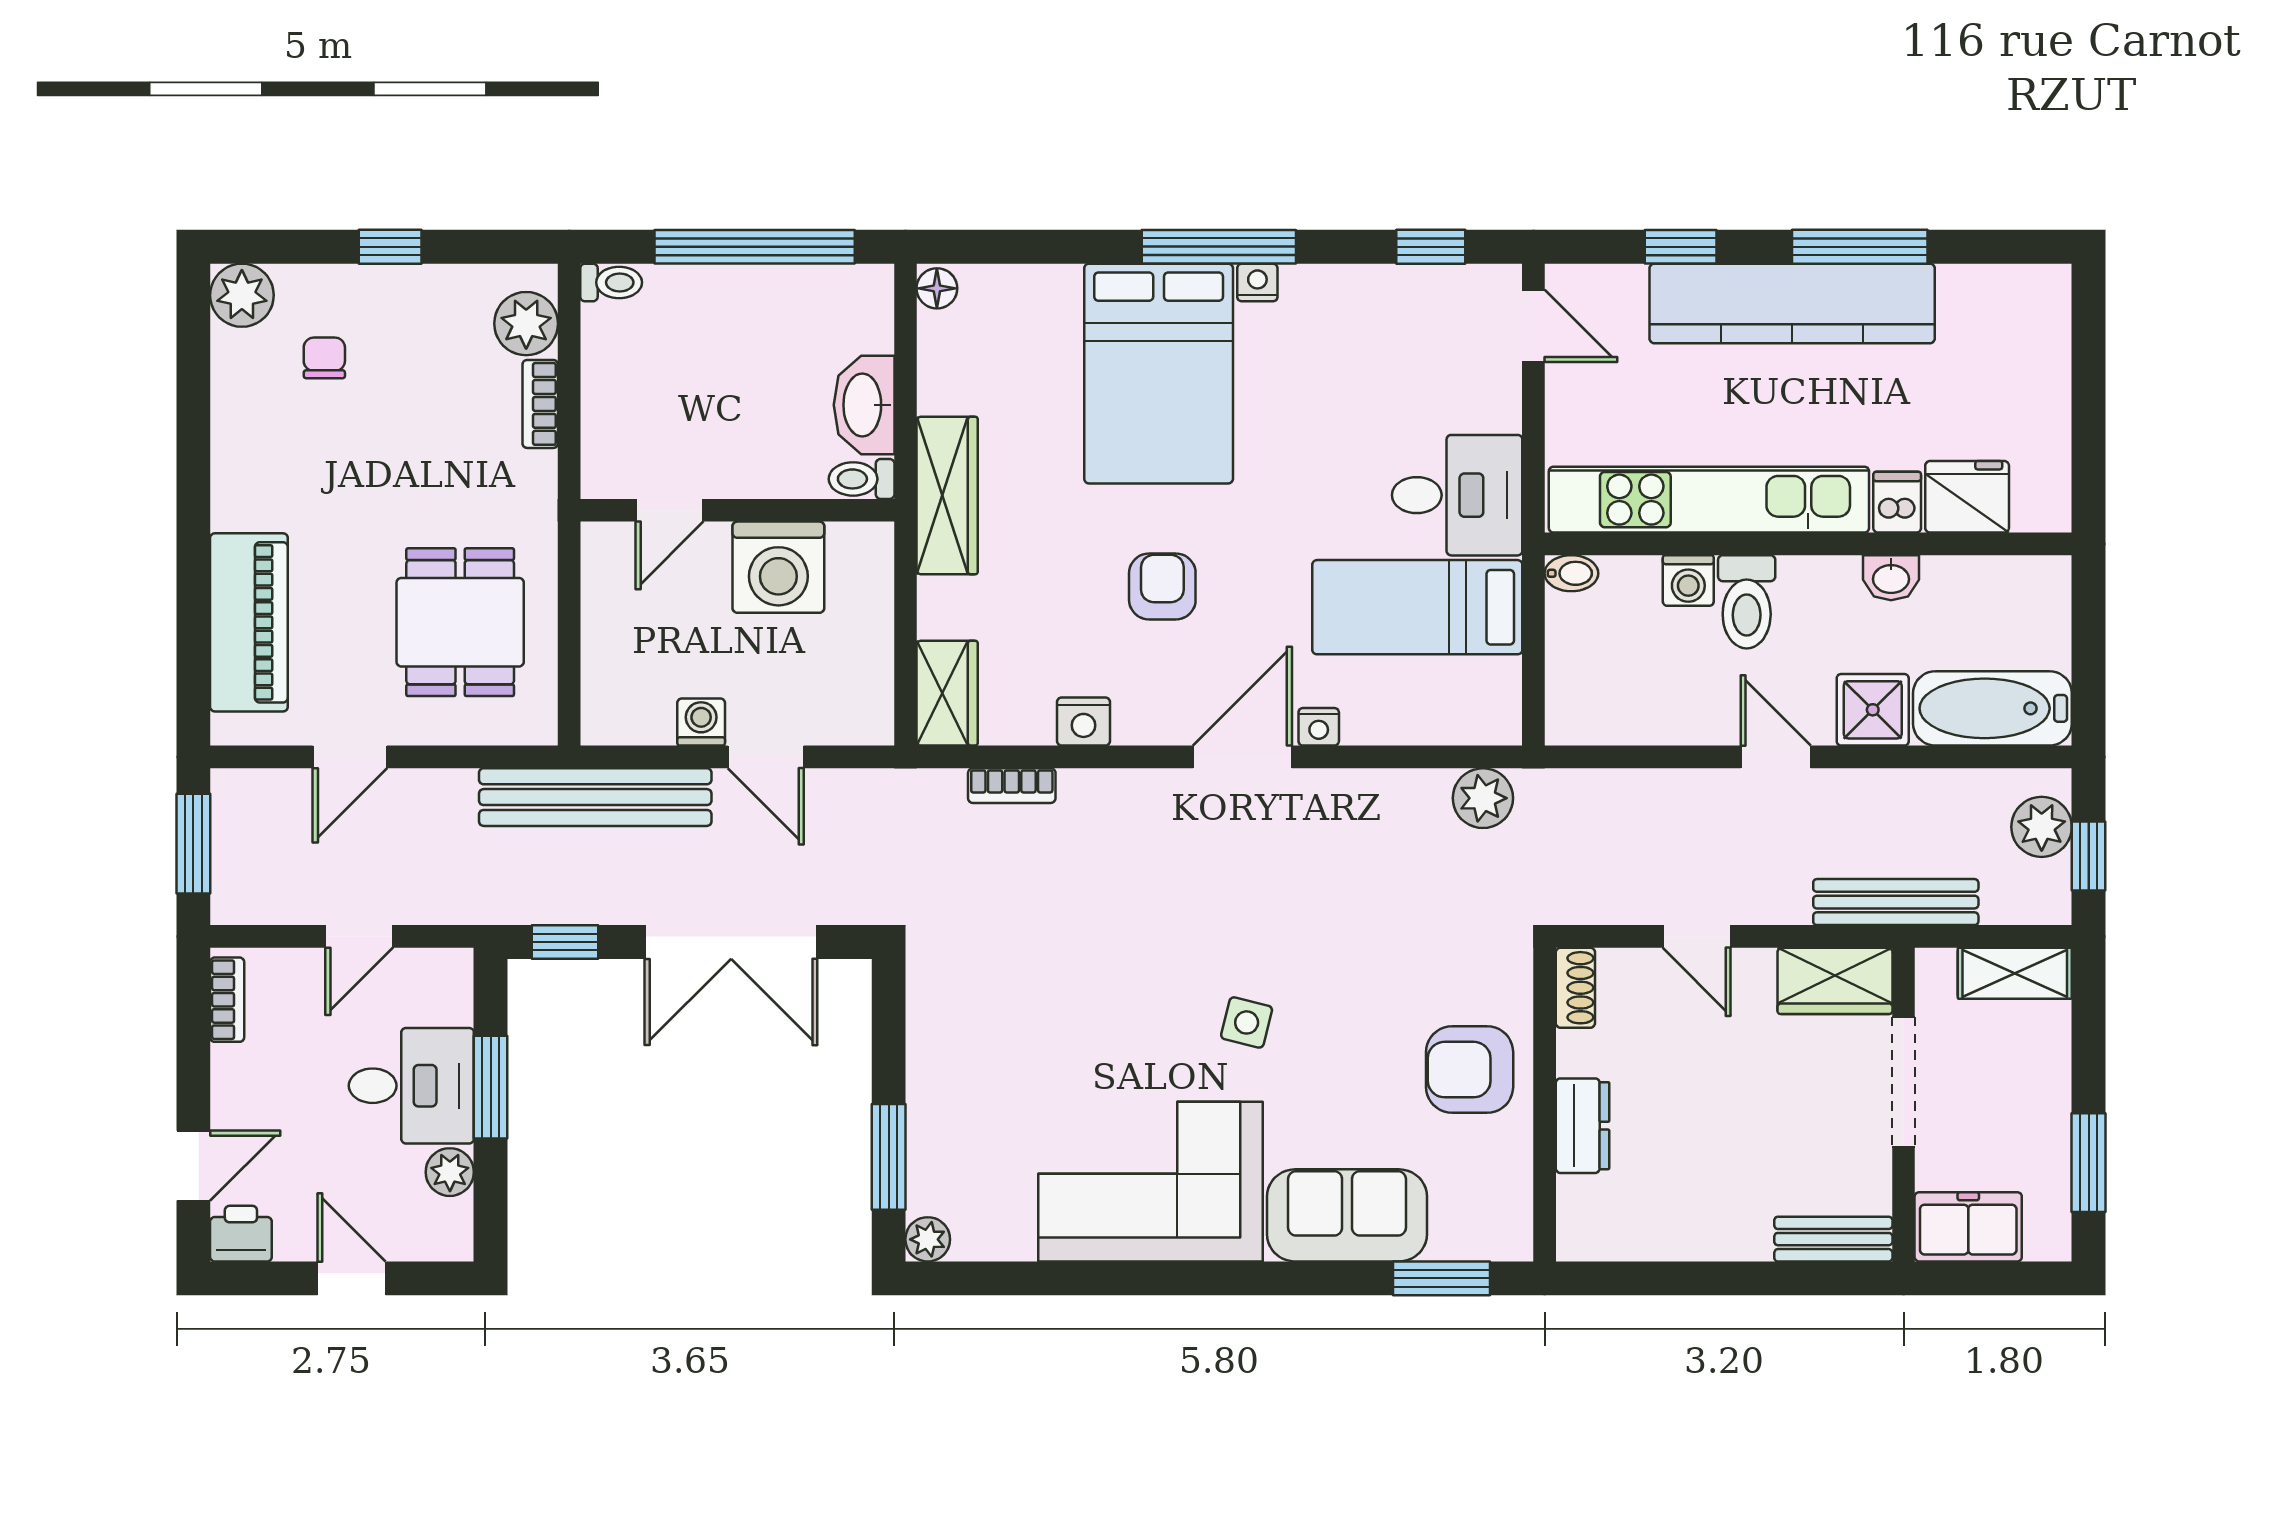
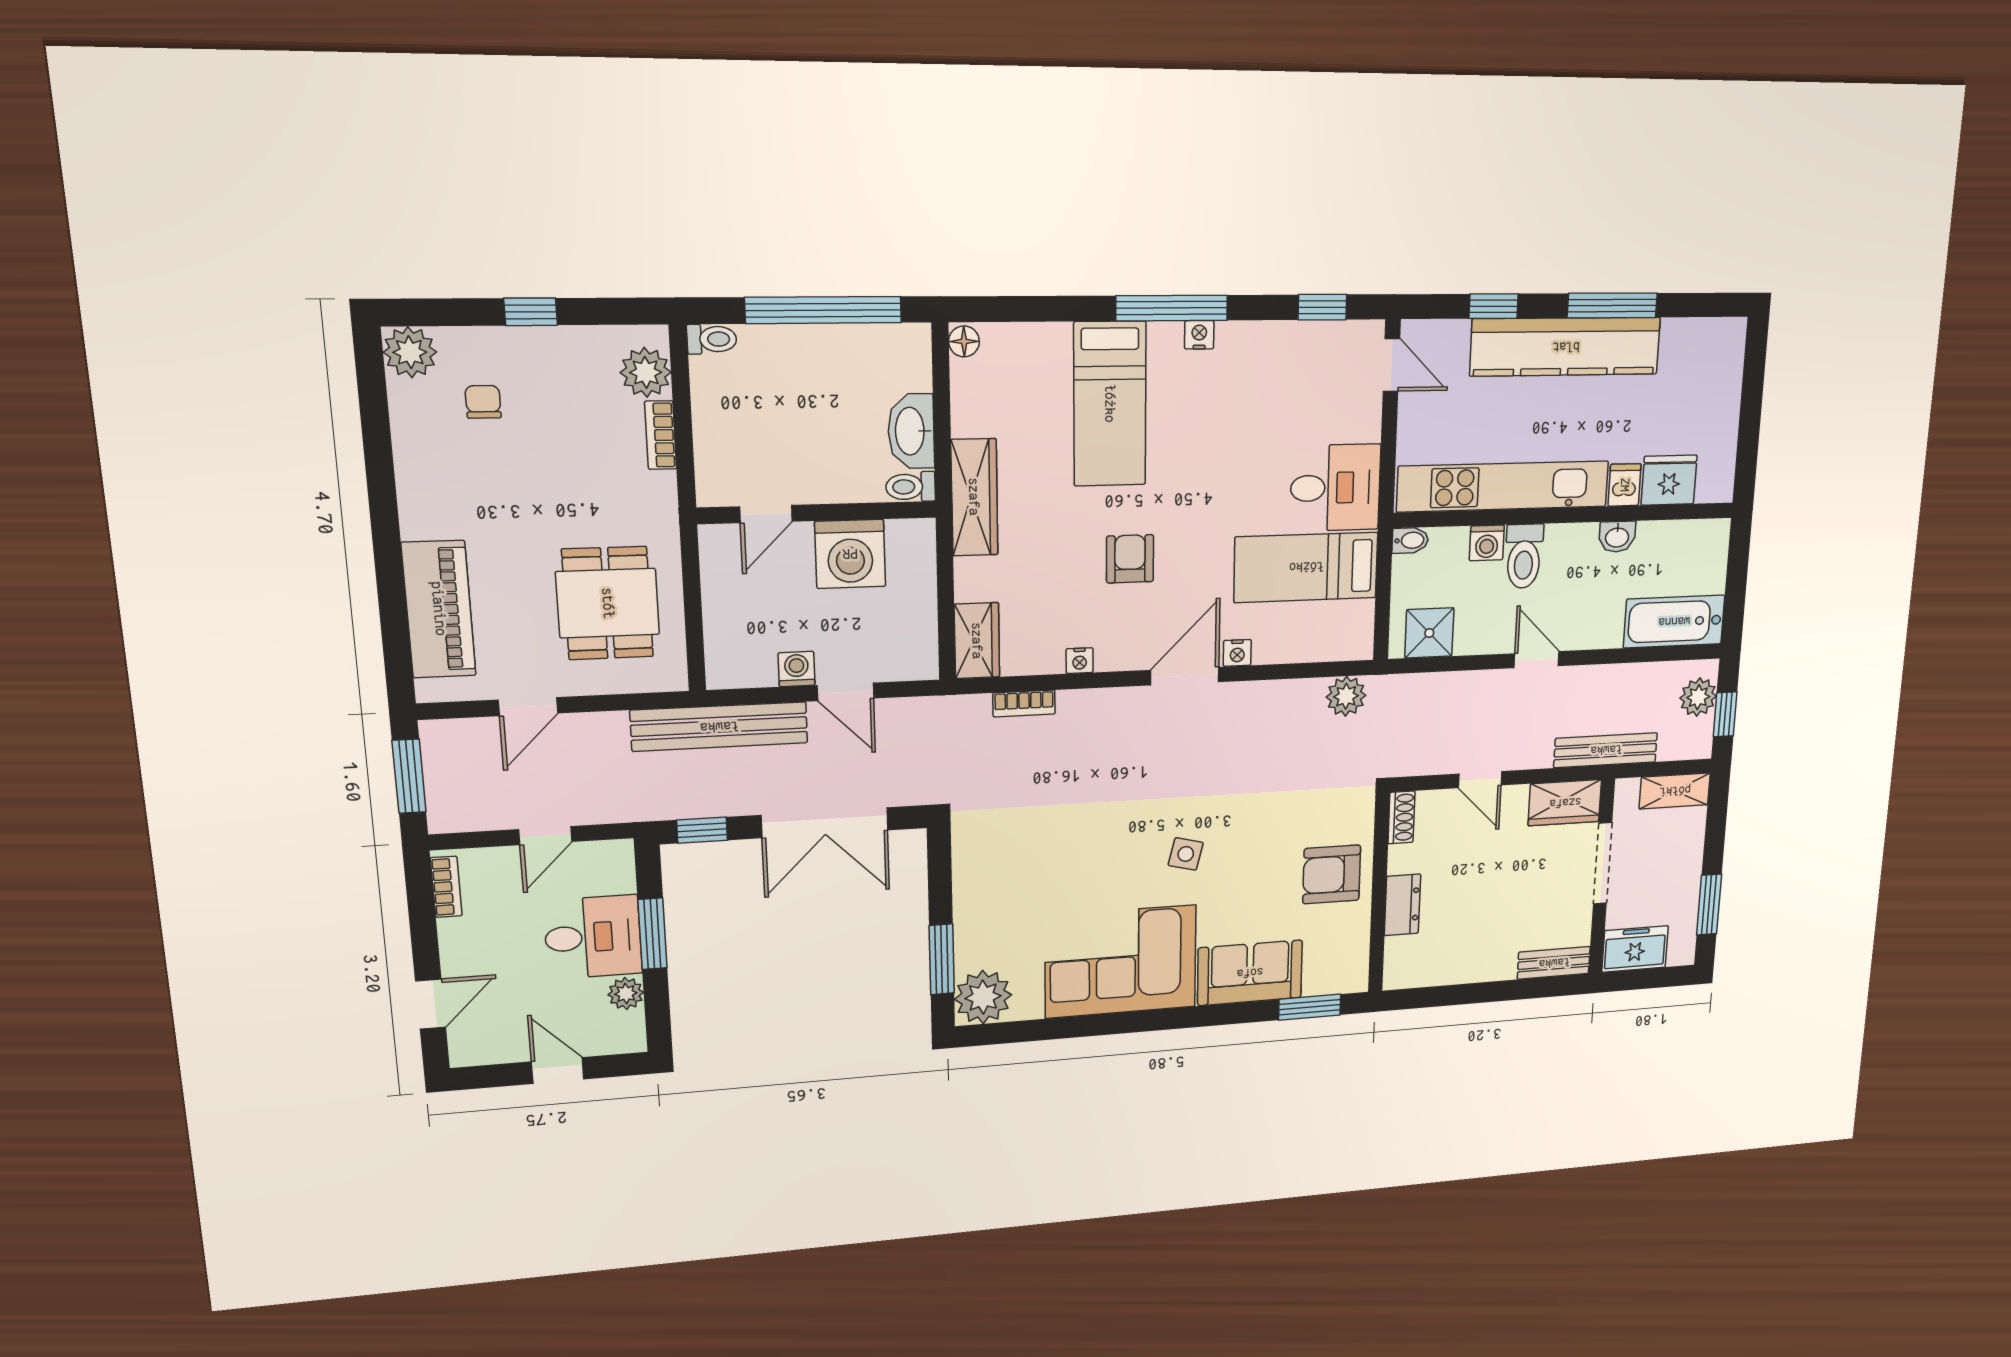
bed: (1159, 374) -> (1110, 404), width x0.67
shower: (1873, 710) -> (1429, 633), moved
nightstand: (1083, 722) -> (1080, 661), width x0.72, depth x0.74
printer: (241, 1234) -> (472, 1047), removed
plant: (928, 1239) -> (983, 997), width x1.88, depth x1.88

